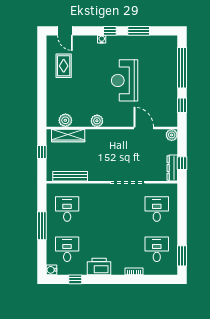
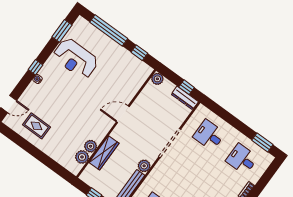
window: (139, 31) -> (62, 31), moved
reception desk: (125, 80) -> (76, 59), moved
plant: (97, 121) -> (91, 146), moved
door: (144, 128) -> (123, 114), moved
wardrobe: (68, 136) -> (104, 153), moved
plant: (94, 175) -> (144, 166), added

